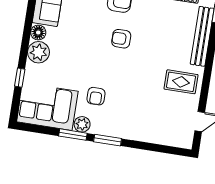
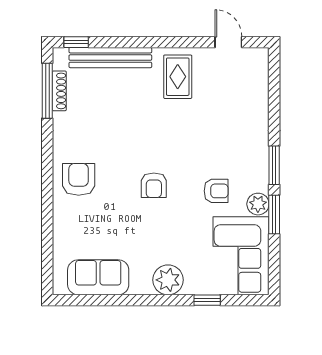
floor lamp: (38, 32) -> (141, 285), removed
armchair: (121, 39) -> (154, 185), moved

